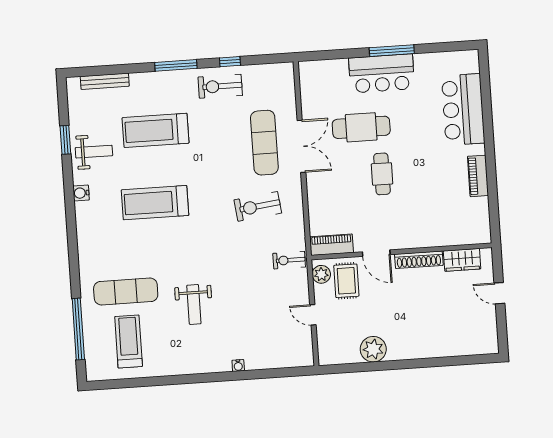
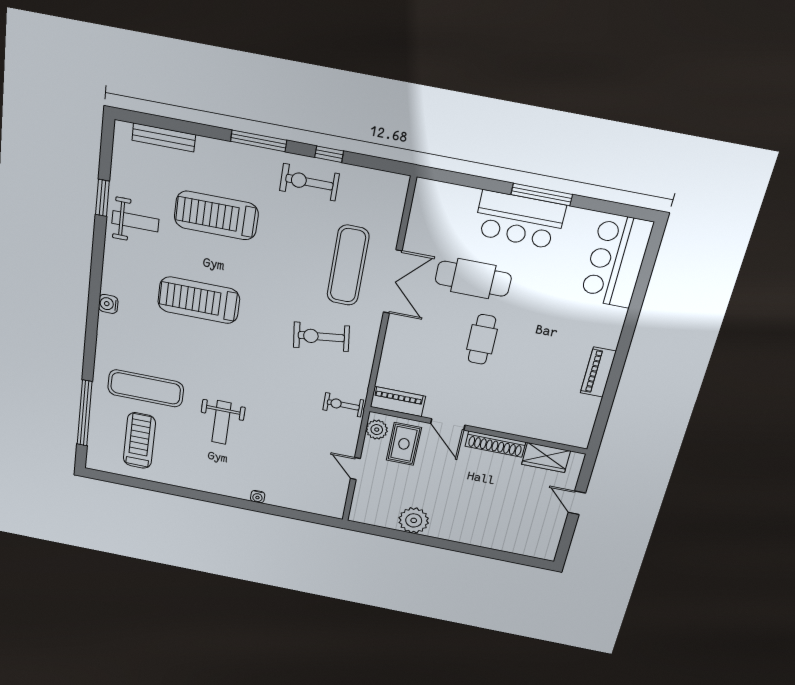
bar counter: (463, 109) -> (616, 261), moved
water cooler: (81, 193) -> (108, 304), moved

